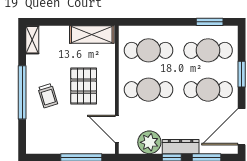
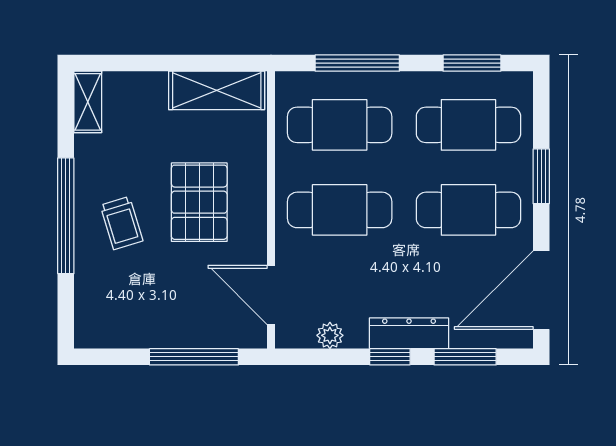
window: (157, 22) -> (357, 63), added
plant: (149, 142) -> (330, 335), width x0.53, depth x0.53

